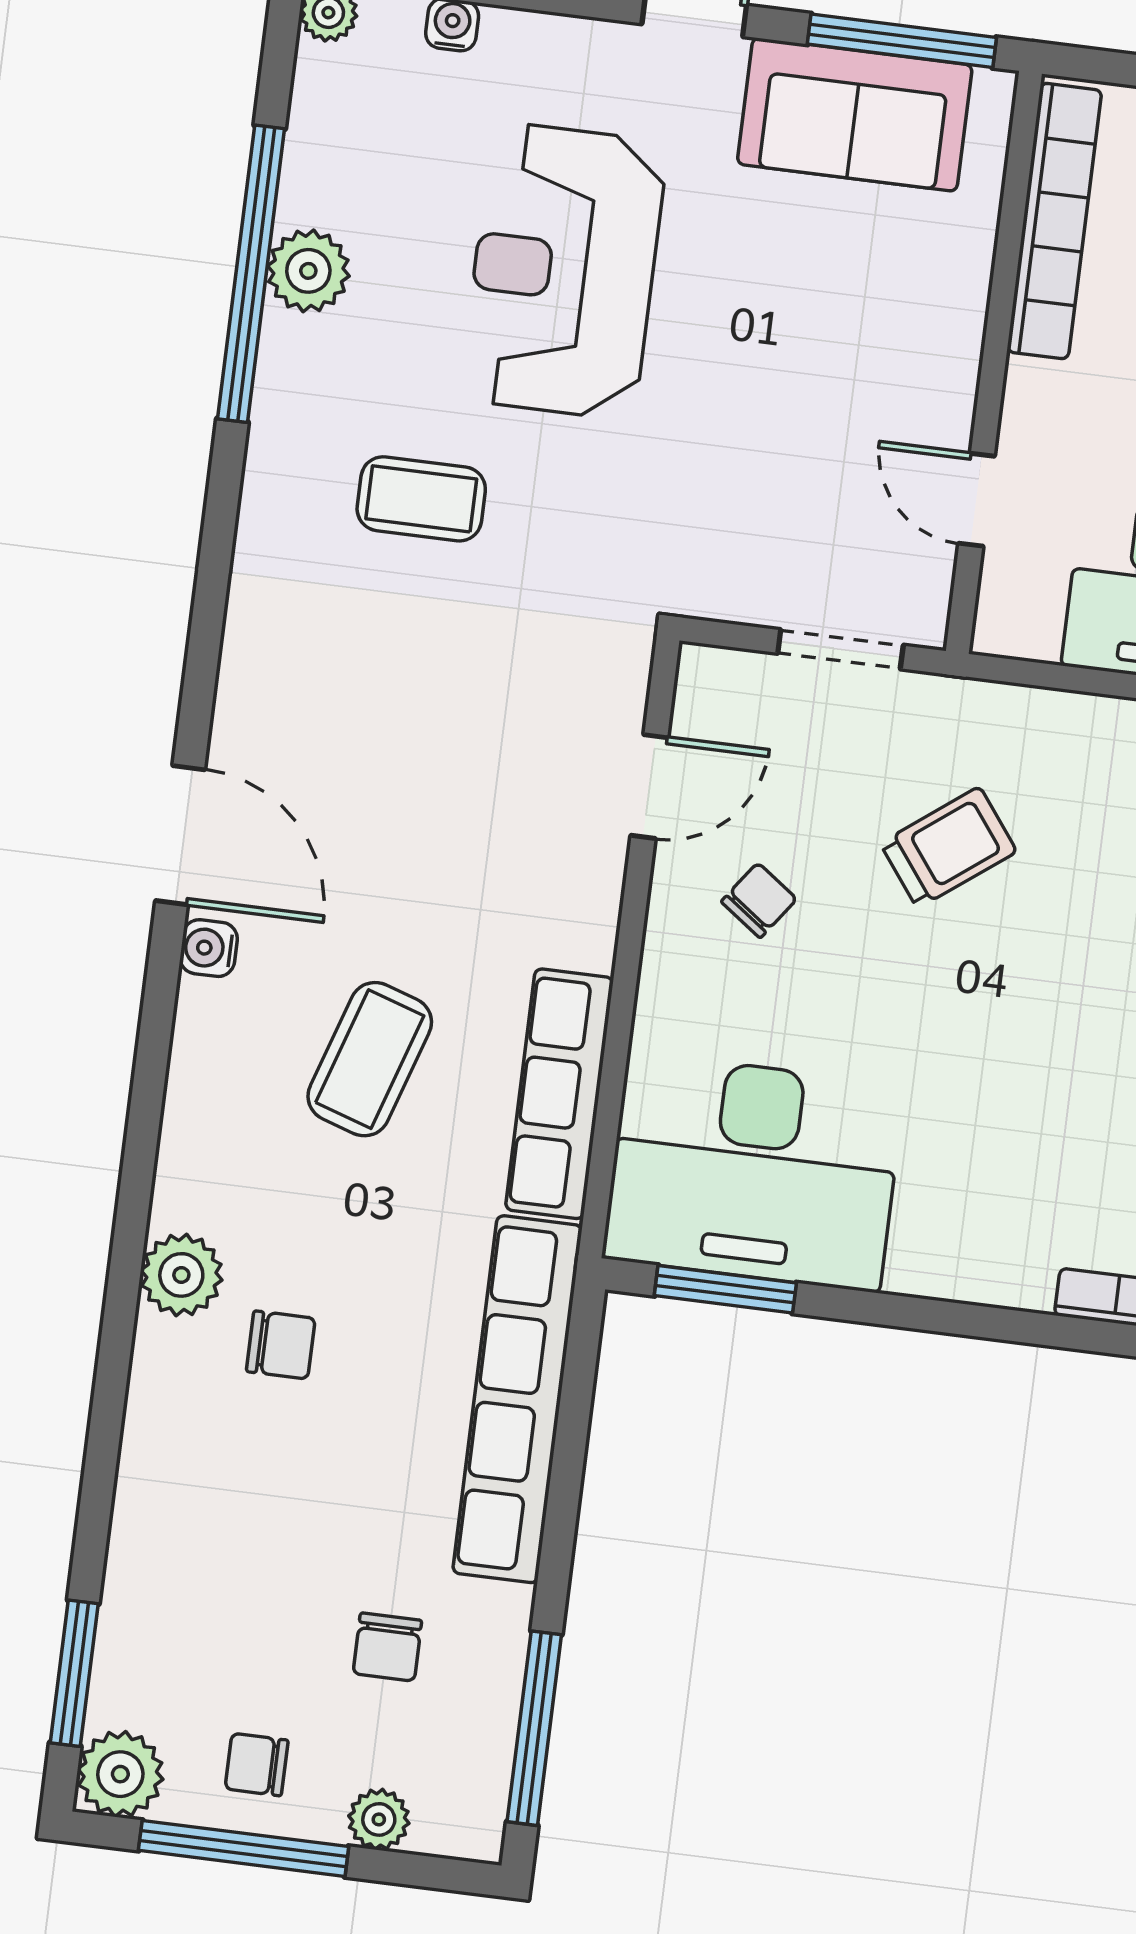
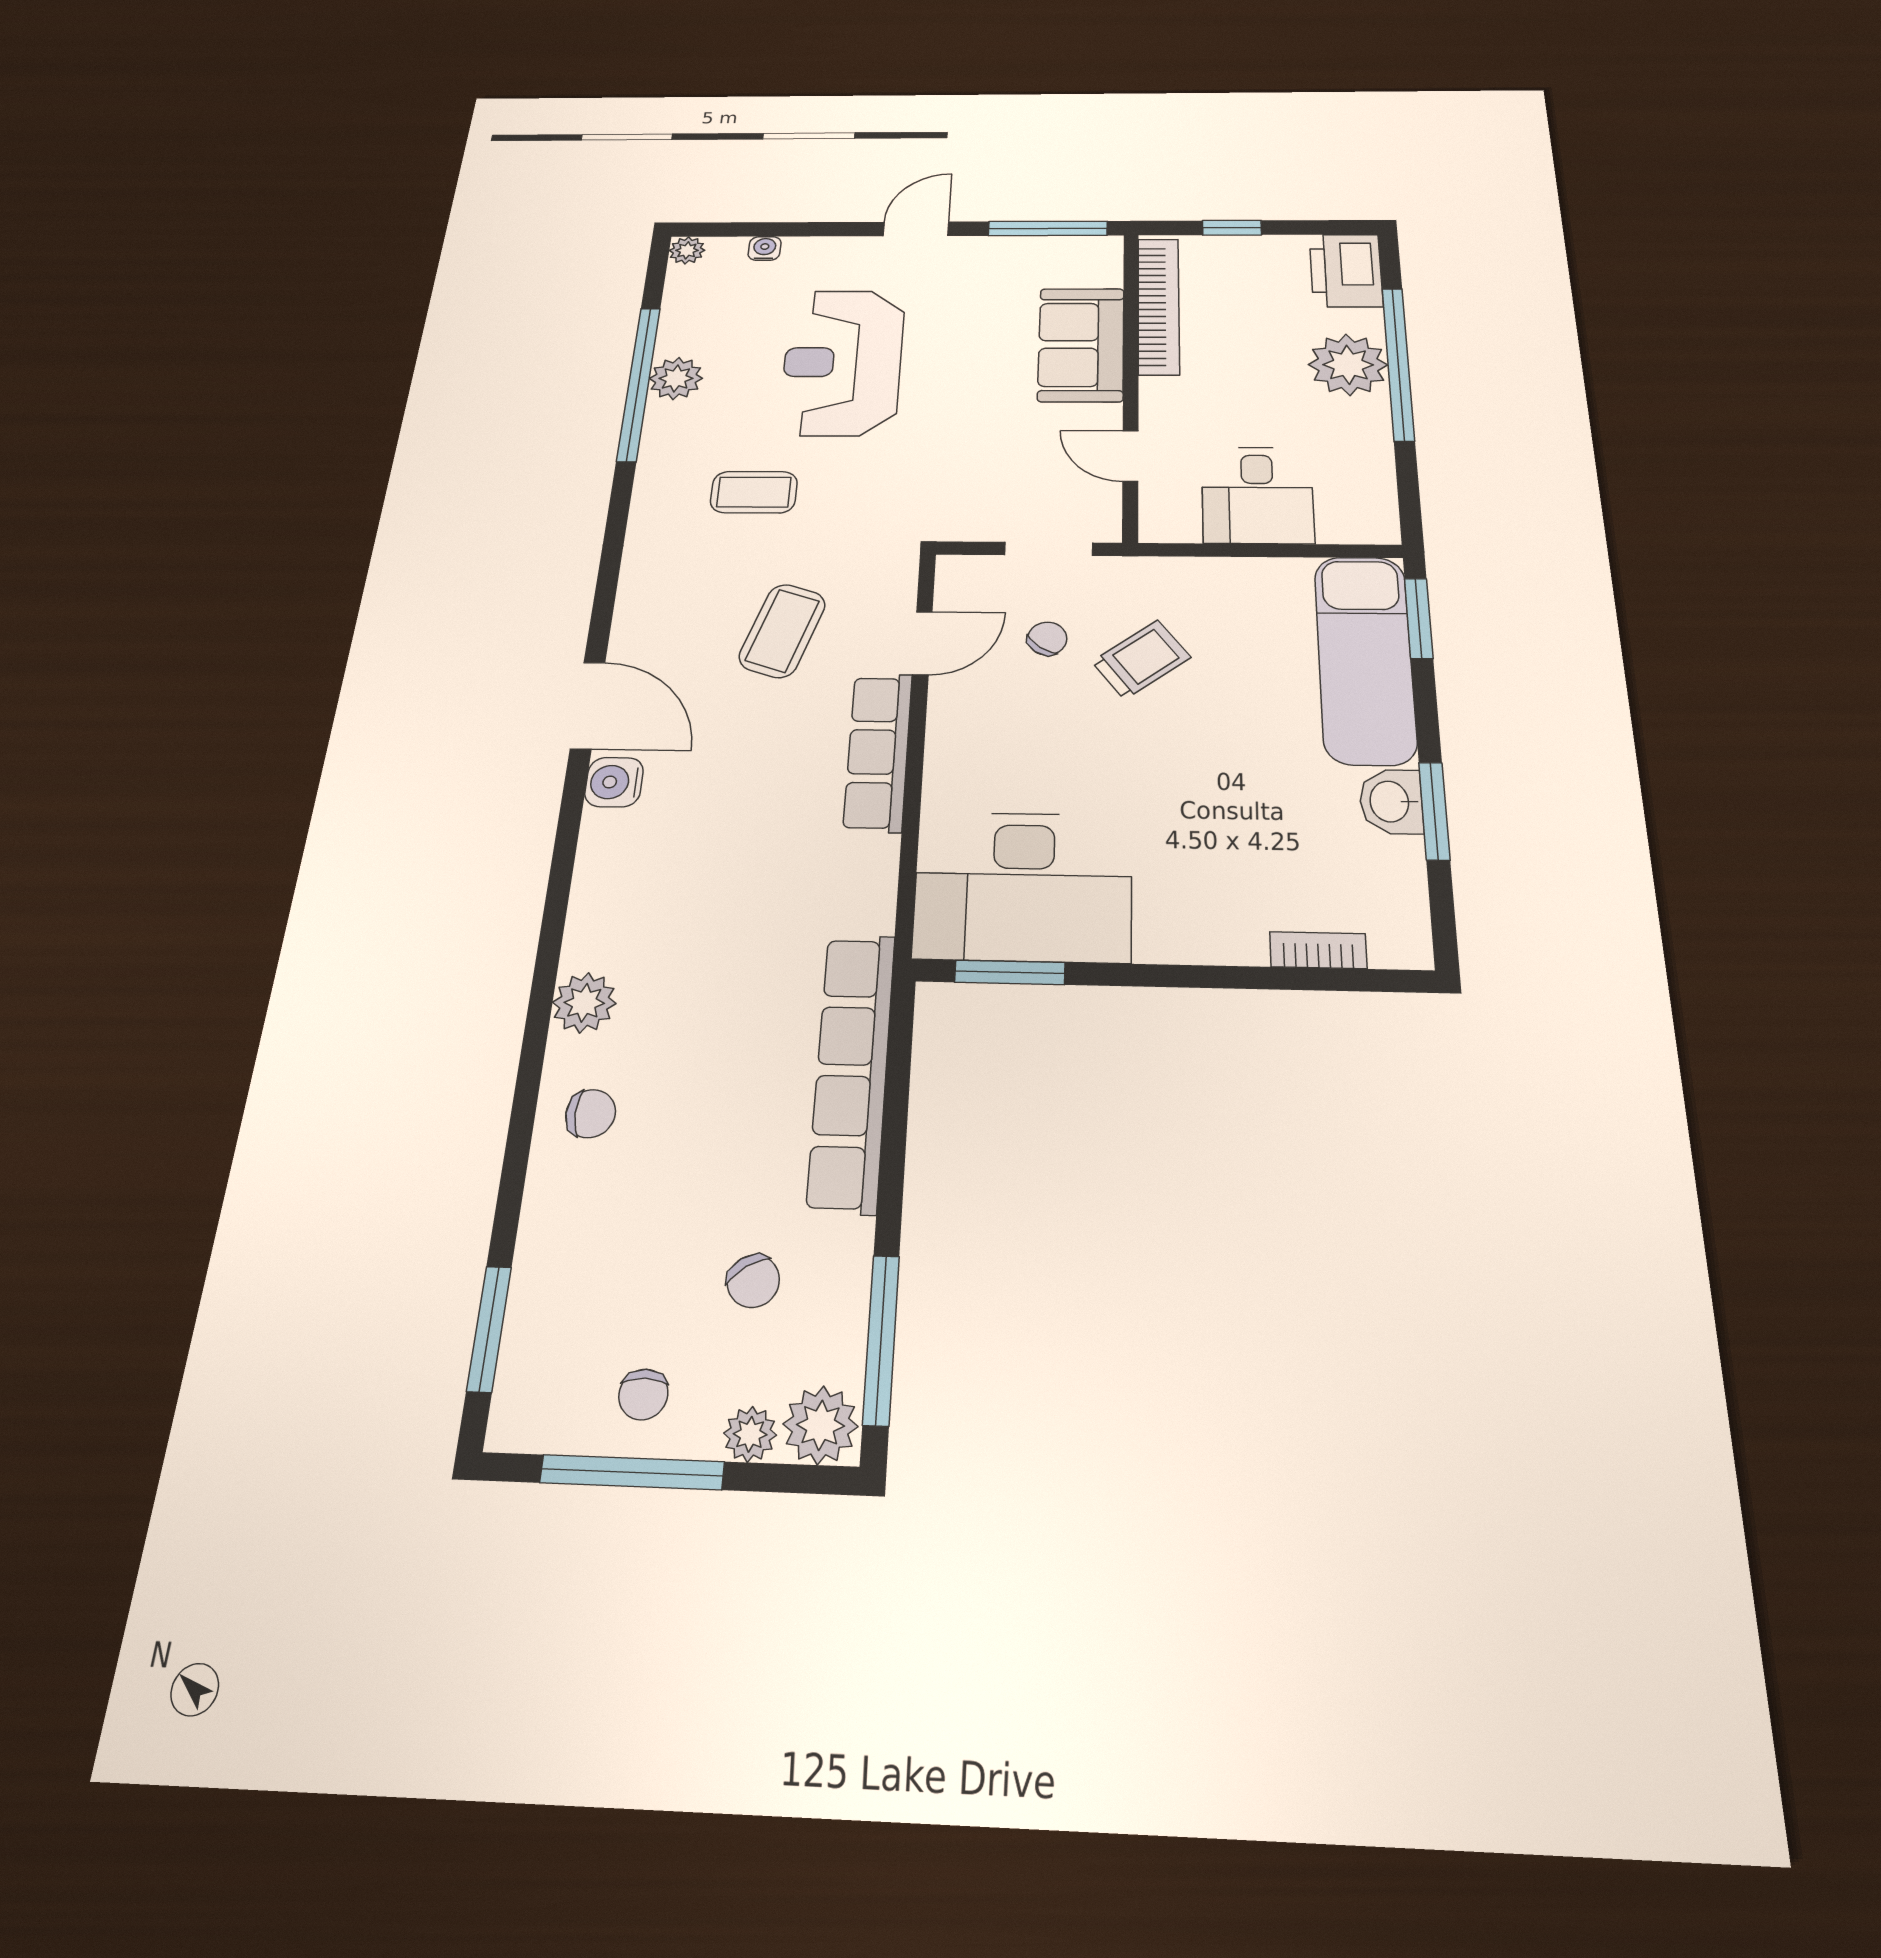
sofa: (855, 115) -> (1081, 345), moved, turned 90
chair: (759, 900) -> (1047, 639), moved
water cooler: (209, 948) -> (614, 782), width x1.38, depth x1.38
coffee table: (370, 1059) -> (782, 631), moved
row of seats: (559, 1094) -> (878, 752), moved
chair: (281, 1345) -> (591, 1114), moved
chair: (387, 1647) -> (753, 1281), turned -33
chair: (257, 1765) -> (643, 1394), turned -90
plant: (120, 1774) -> (821, 1425), moved

